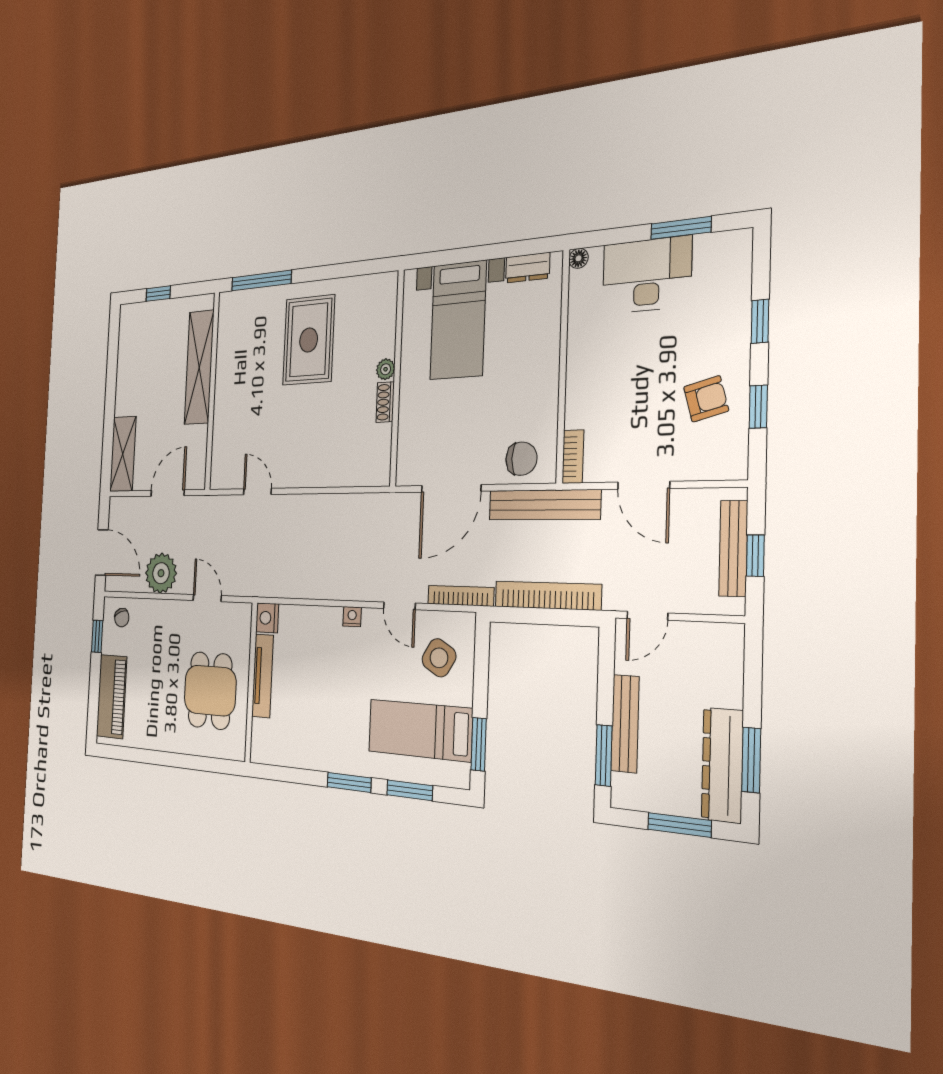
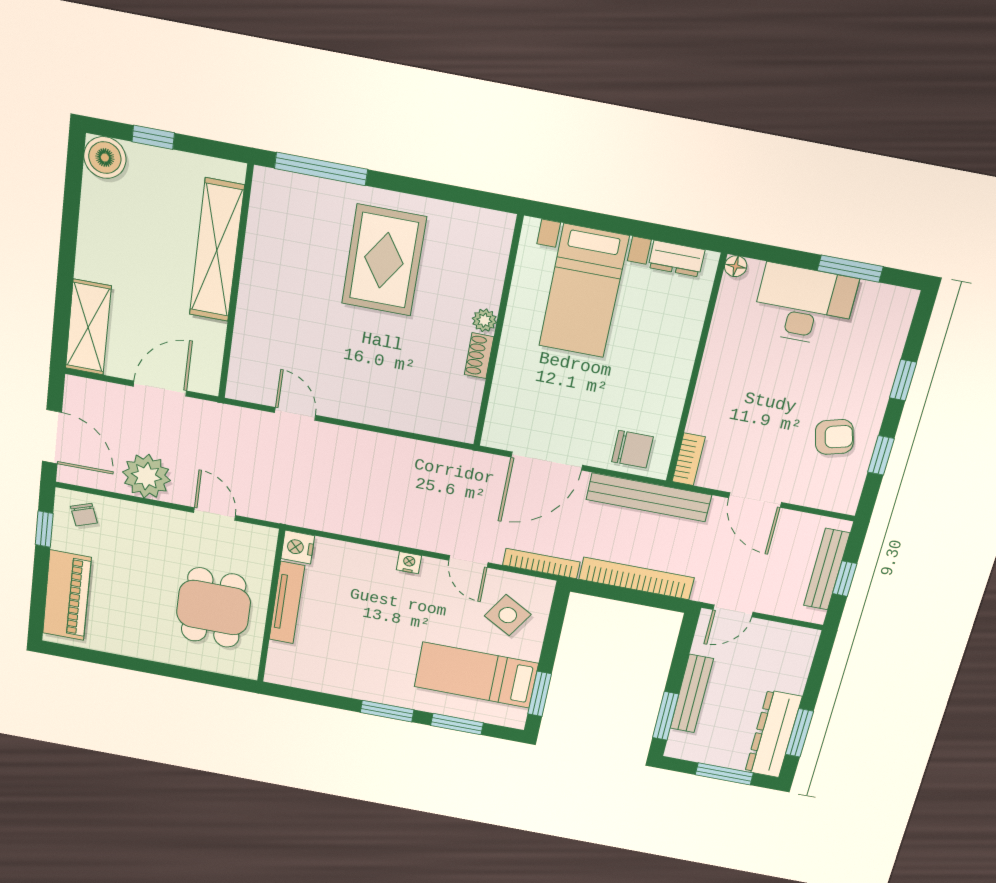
boiler: (131, 319) -> (105, 158), added

